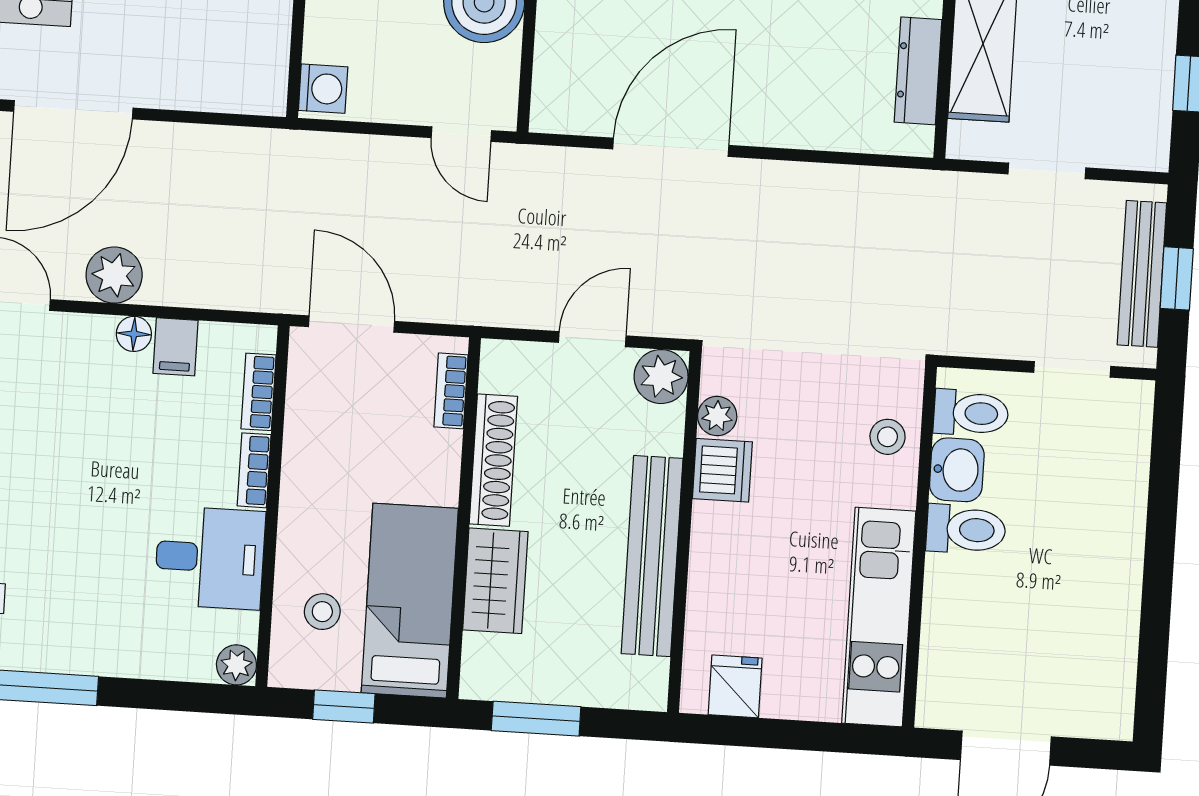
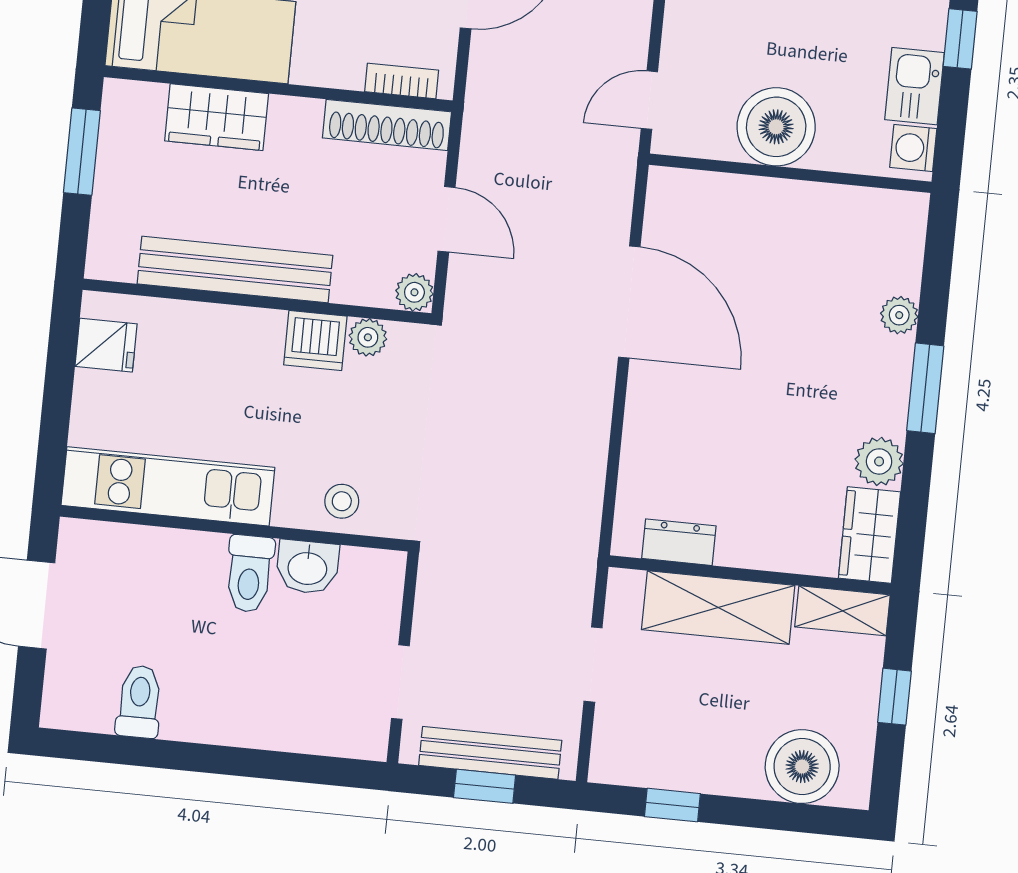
dresser: (918, 71) -> (679, 542), width x0.70
plant: (661, 377) -> (414, 292), width x0.73, depth x0.73
toilet: (971, 413) -> (139, 702), moved, turned 180
shoe rack: (493, 460) -> (387, 125), moved

